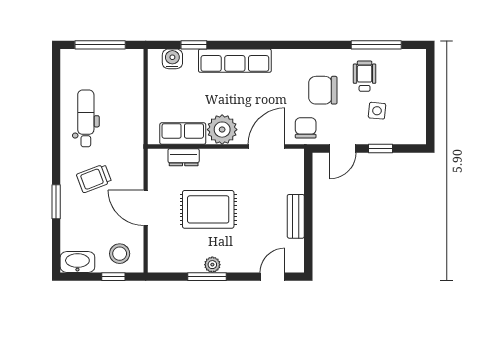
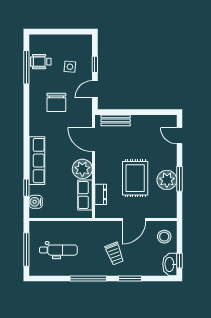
wheelchair: (365, 76) -> (41, 62), moved
dental chair: (86, 118) -> (58, 250), moved, turned 180
chair: (306, 128) -> (81, 114), removed
window: (56, 139) -> (88, 279), added
door: (343, 149) -> (95, 89), swing flipped
bench: (296, 216) -> (116, 120), moved
plant: (212, 265) -> (167, 180), width x1.87, depth x1.87
window: (113, 277) -> (179, 261), moved

